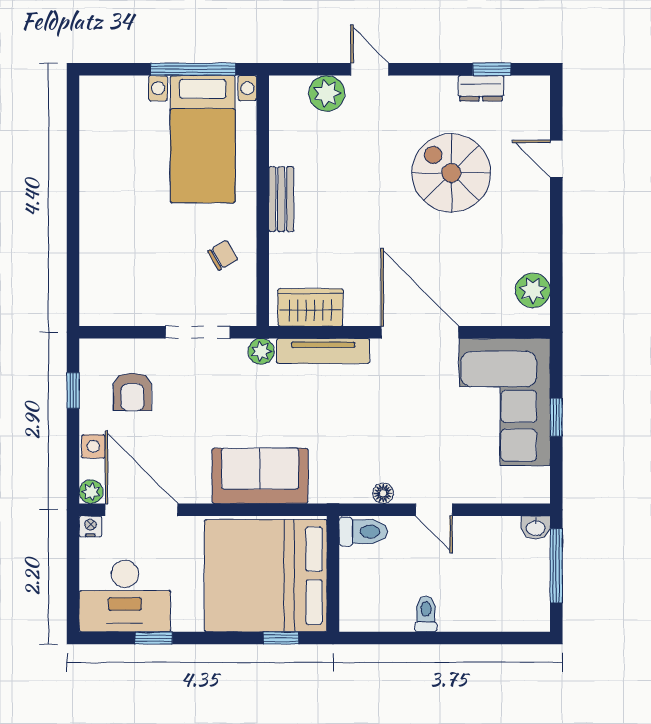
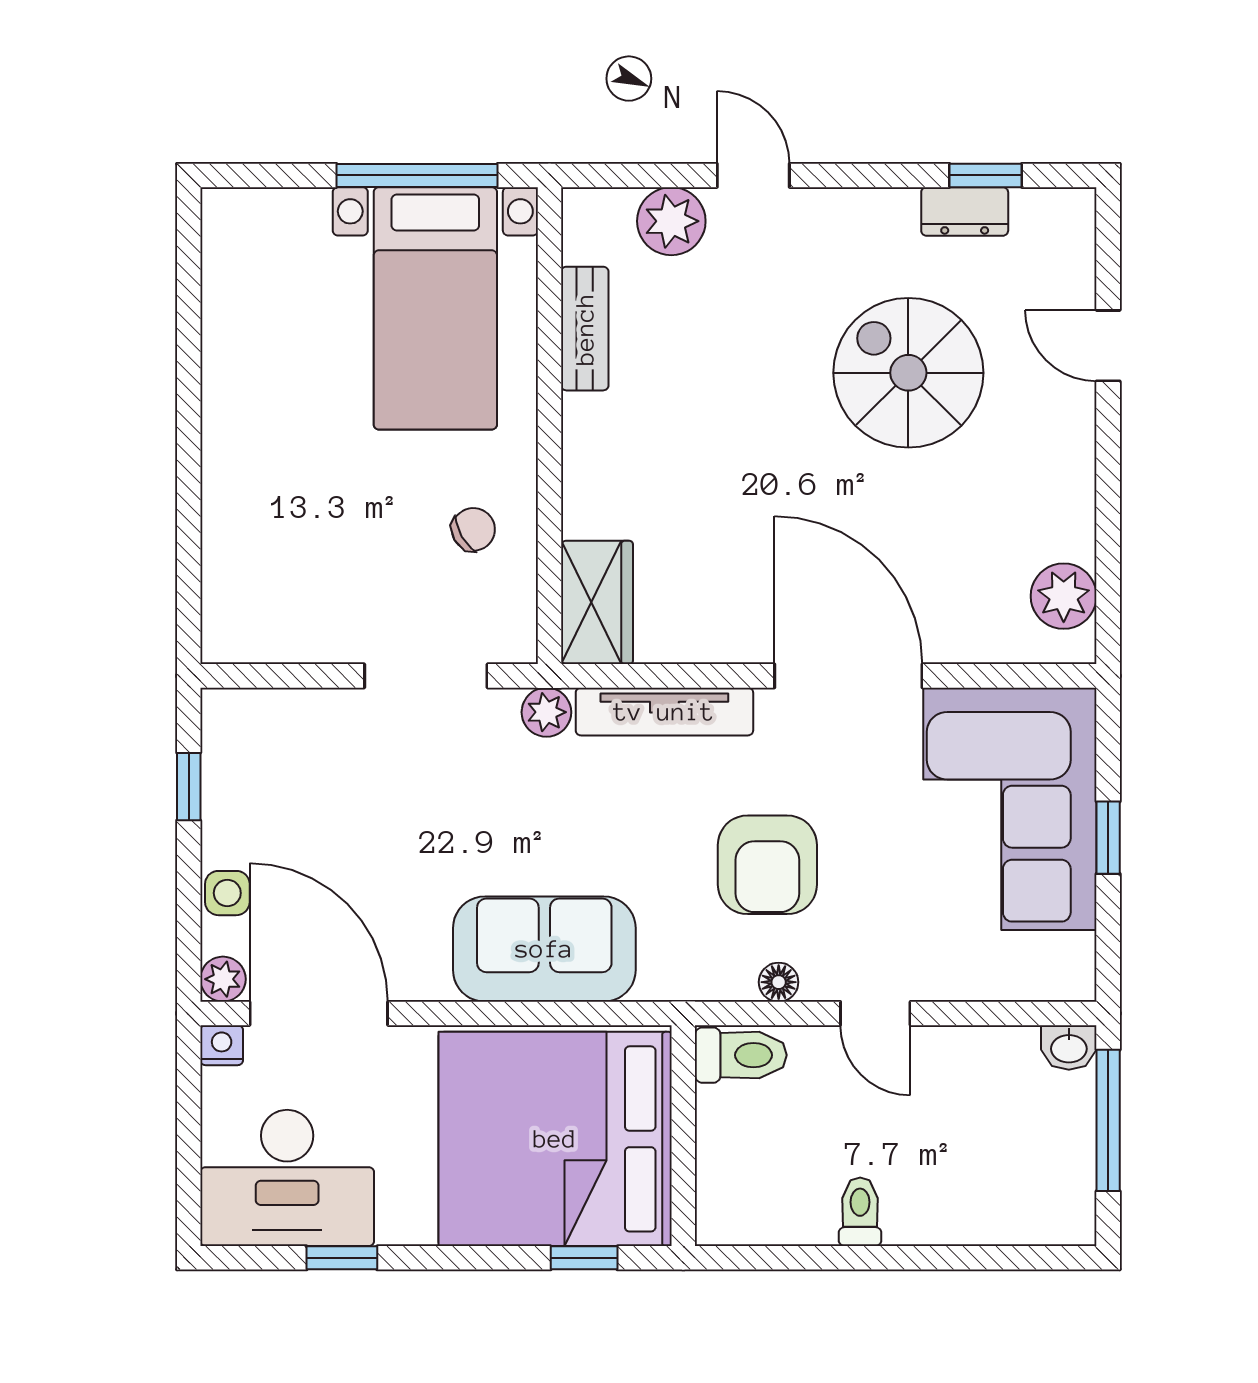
bench: (281, 199) -> (585, 329), moved
wardrobe: (310, 307) -> (597, 602), moved, turned 90
armchair: (132, 392) -> (767, 865), moved, width x1.38, depth x1.38

